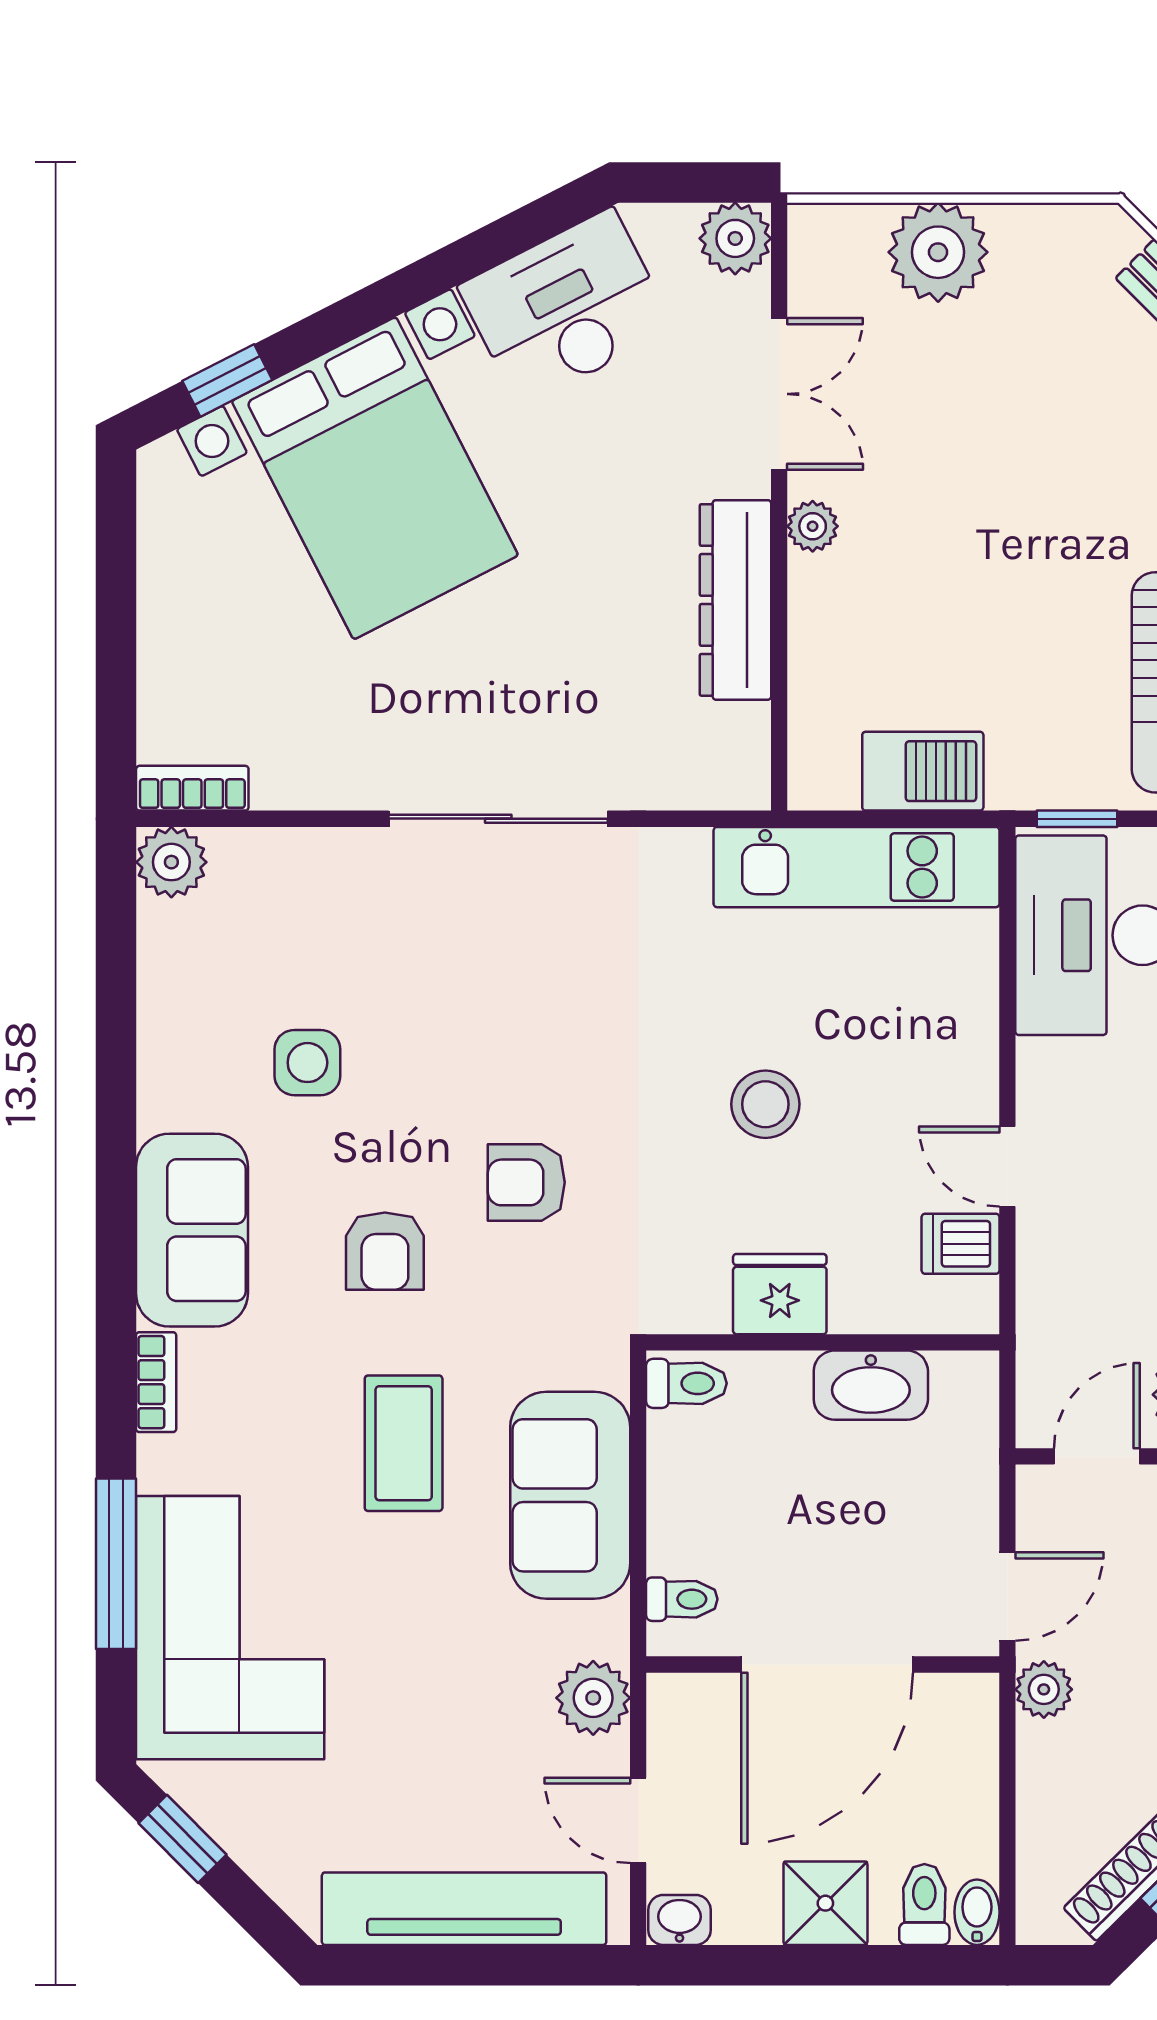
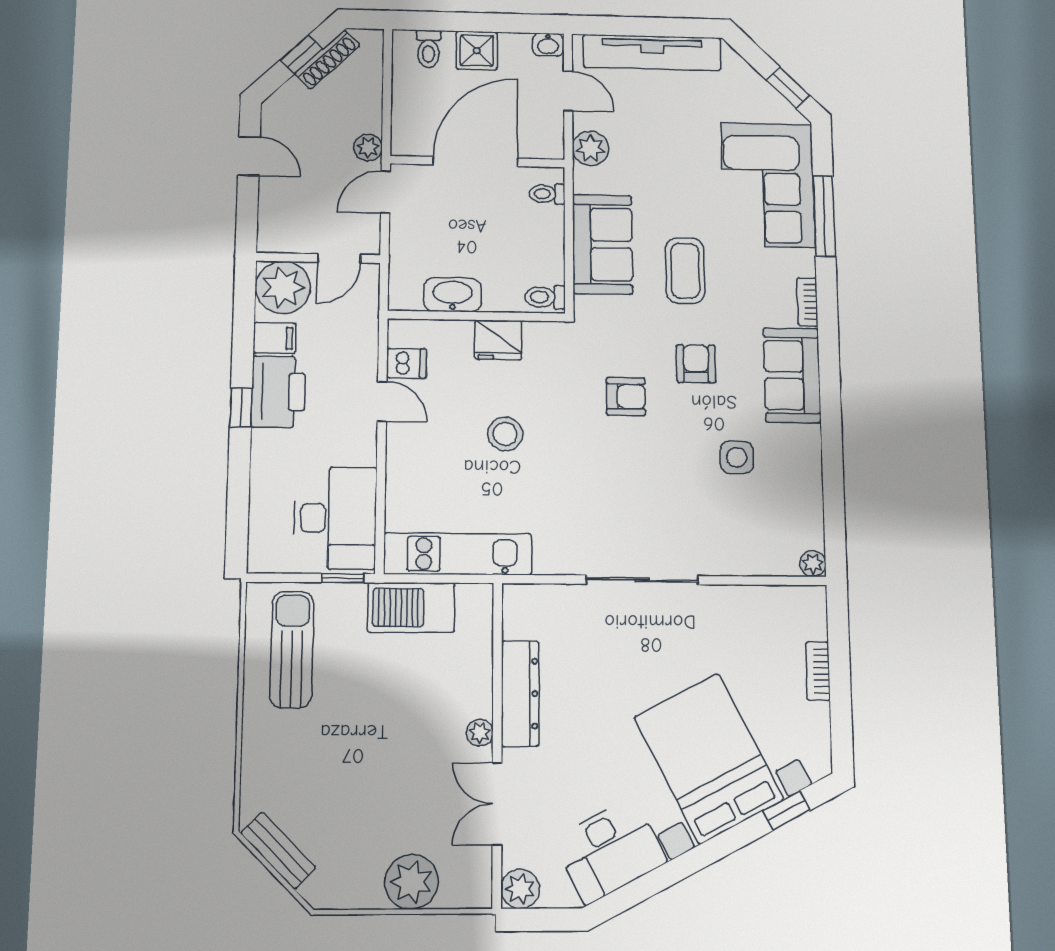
barbecue: (923, 771) -> (411, 608), width x1.37, depth x1.21
bookcase: (192, 788) -> (818, 671), moved, turned 90
plant: (171, 862) -> (813, 564), width x0.73, depth x0.73
bidet: (977, 1912) -> (403, 45), removed

